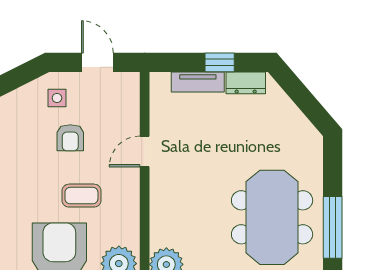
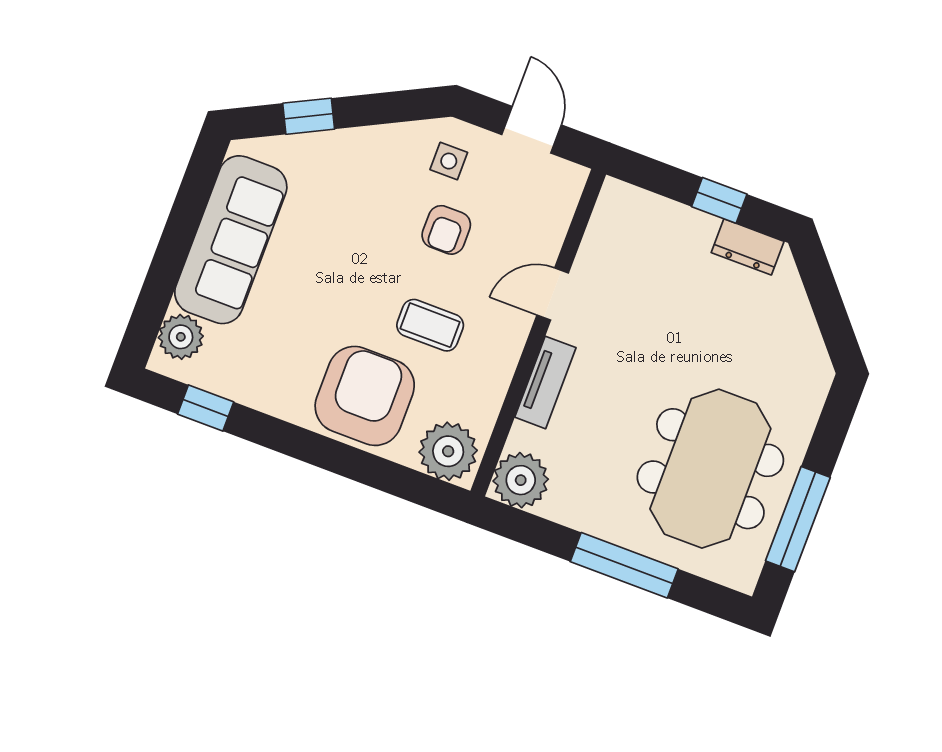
tv unit: (198, 82) -> (545, 382), moved, turned -90

